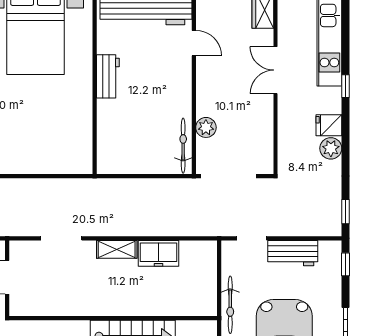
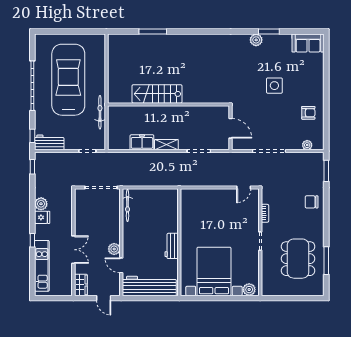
plant: (206, 127) -> (114, 249), moved
workbench: (293, 253) -> (49, 142), moved

